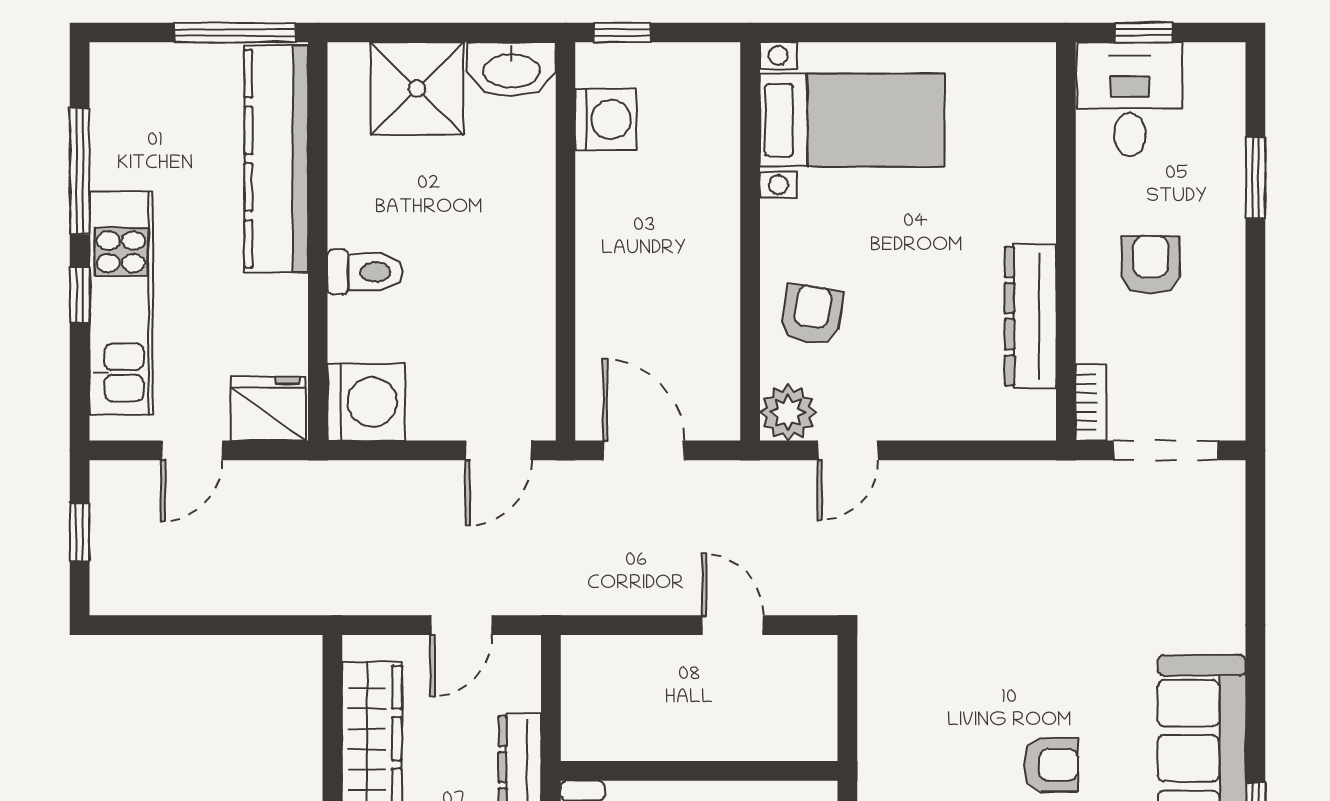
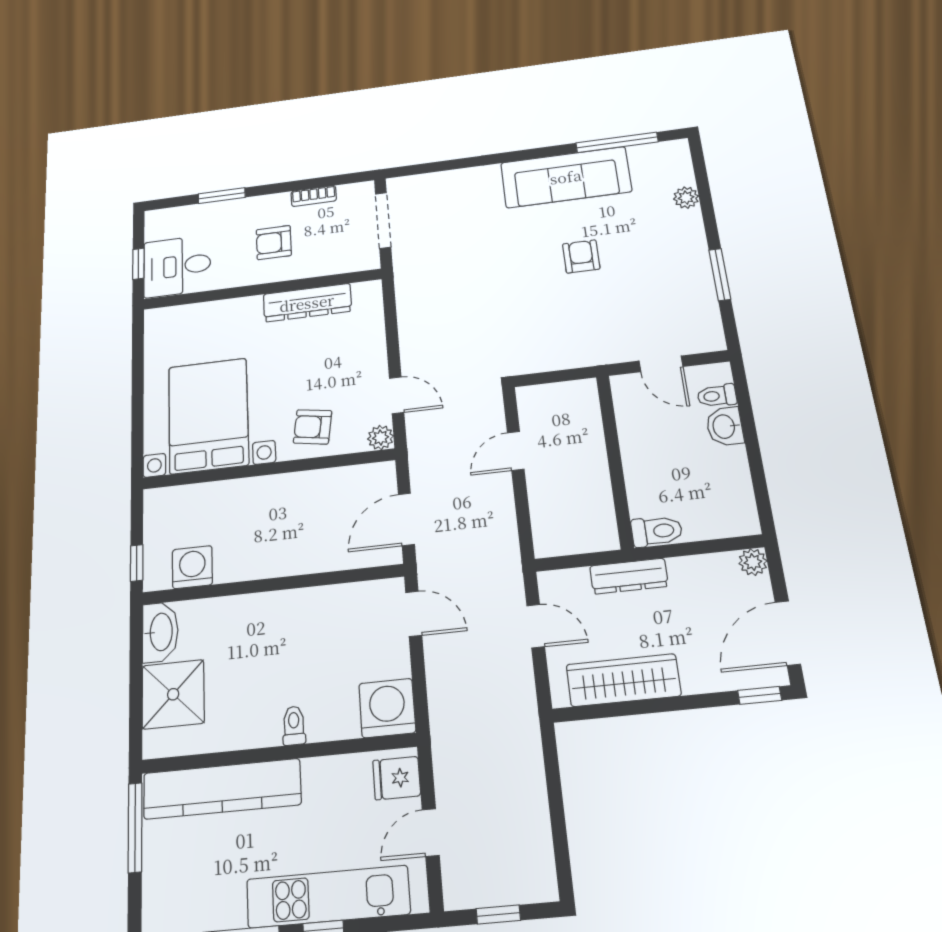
bed with nightstands: (852, 120) -> (208, 416), width x1.36
toilet: (365, 272) -> (294, 726), width x0.73, depth x0.72
bookcase: (1091, 402) -> (314, 196), moved, turned 180
fridge: (268, 408) -> (397, 778), width x0.72
plant: (788, 412) -> (381, 438), width x0.73, depth x0.73
door: (192, 450) -> (431, 832), swing flipped

